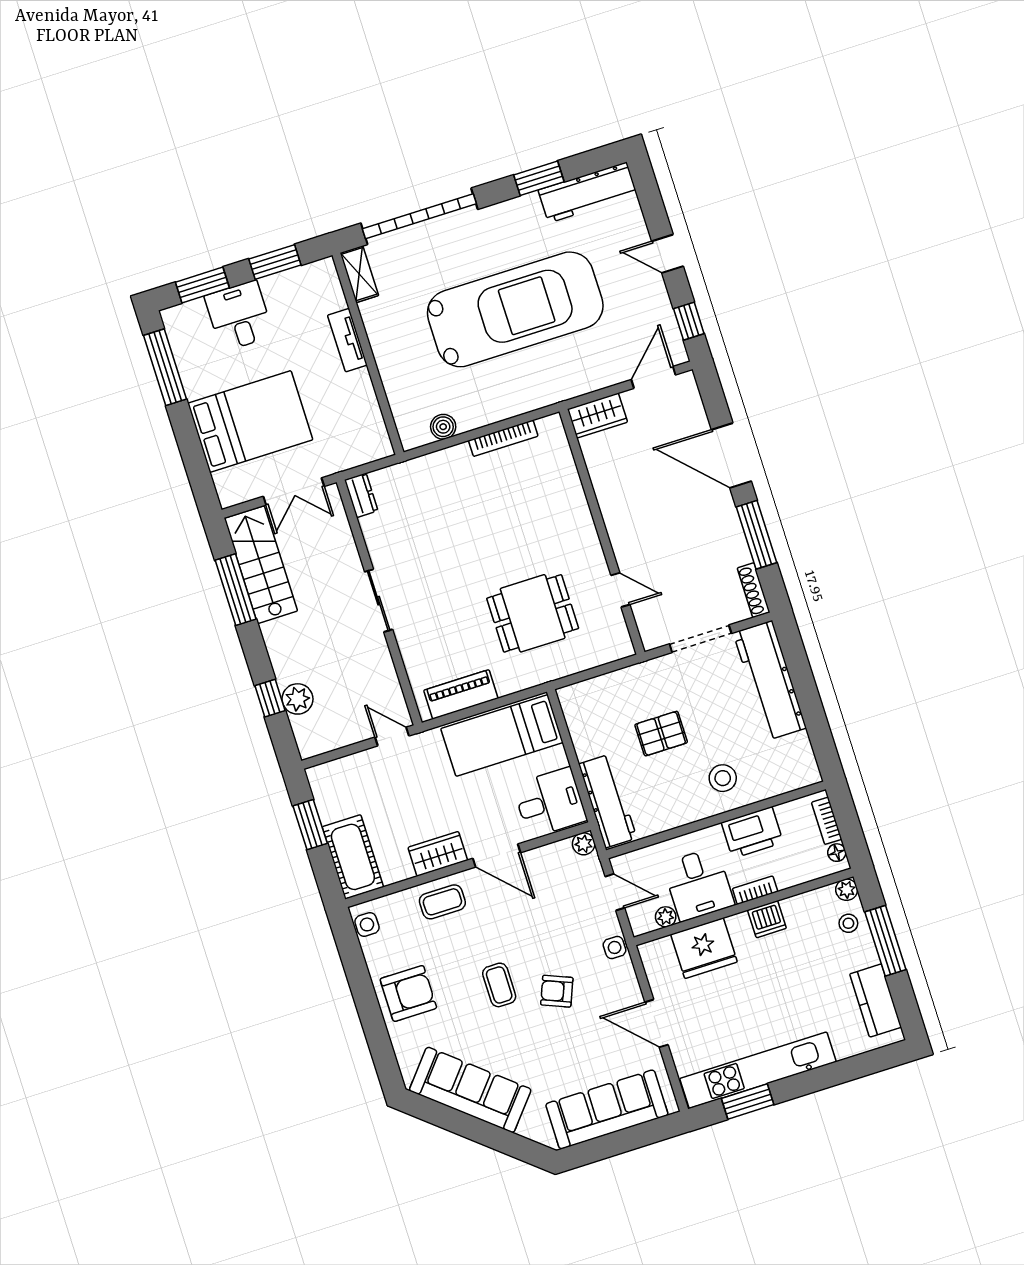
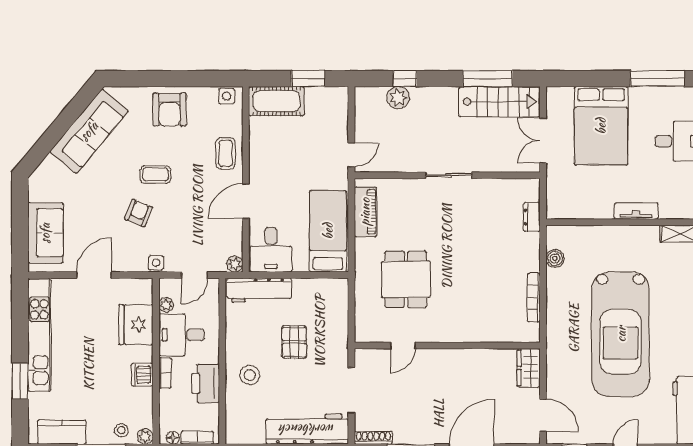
dresser: (361, 495) -> (532, 217), moved, turned 90
wardrobe: (438, 854) -> (260, 161), removed
window: (748, 1102) -> (20, 381), moved
sofa: (607, 1109) -> (45, 233), width x0.73

